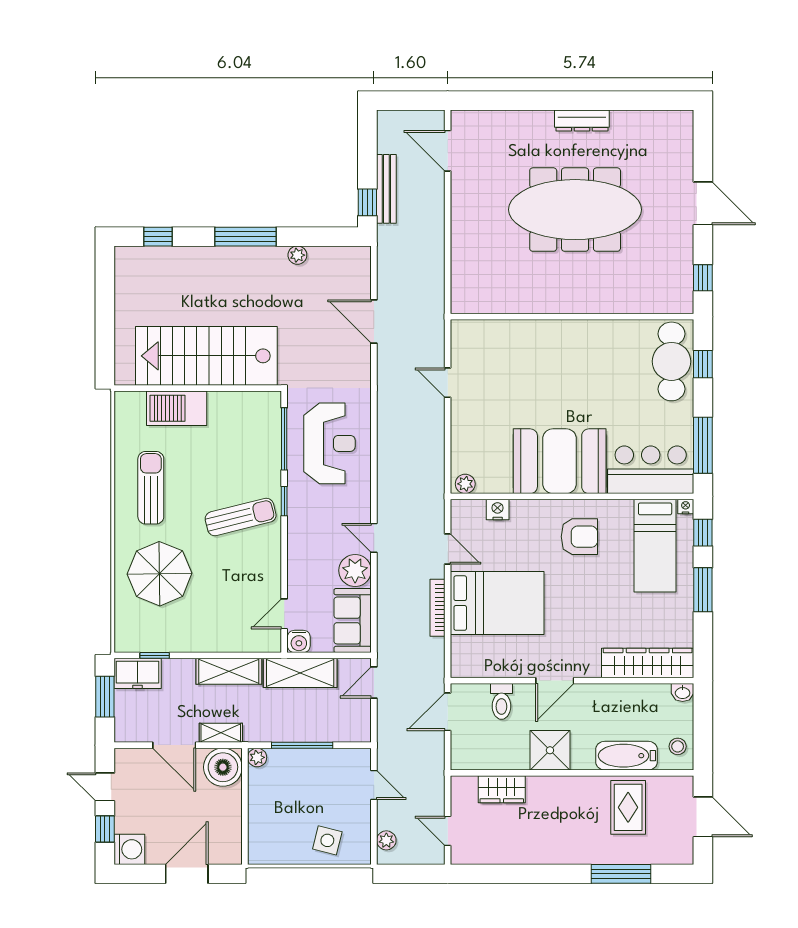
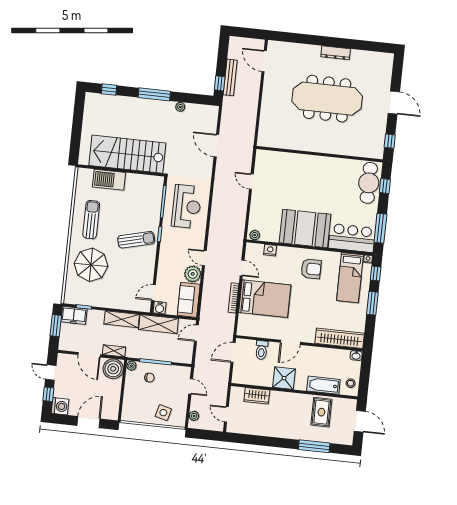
chair: (294, 776) -> (149, 378), added

